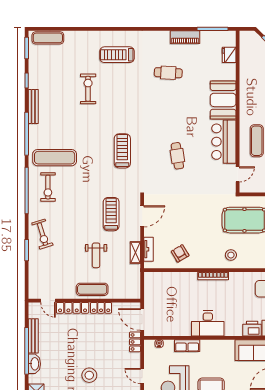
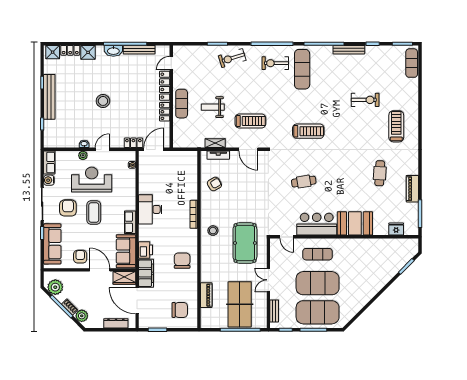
row of seats: (187, 346) -> (130, 222), moved

